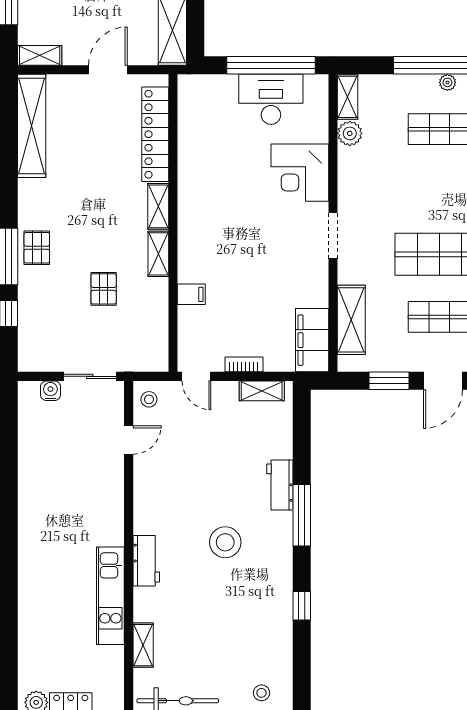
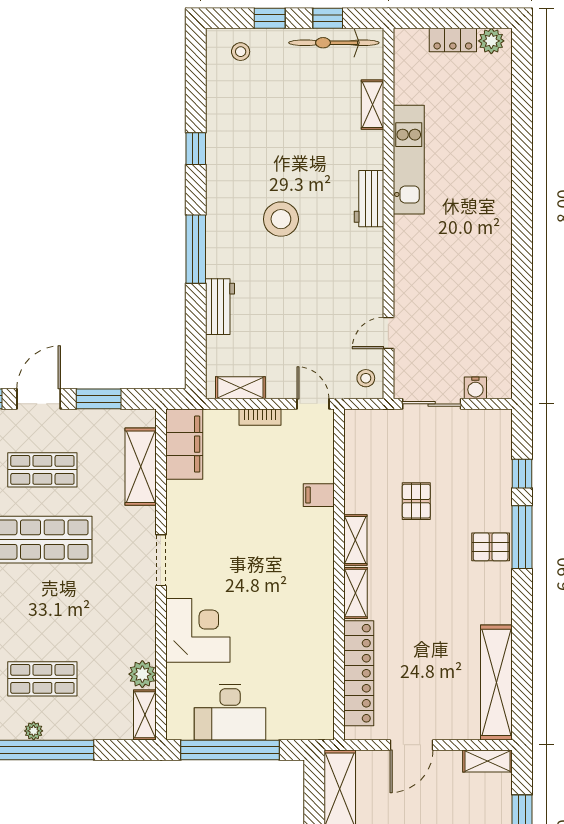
pallet: (37, 248) -> (491, 547), turned 90
workbench: (280, 485) -> (220, 307), moved

